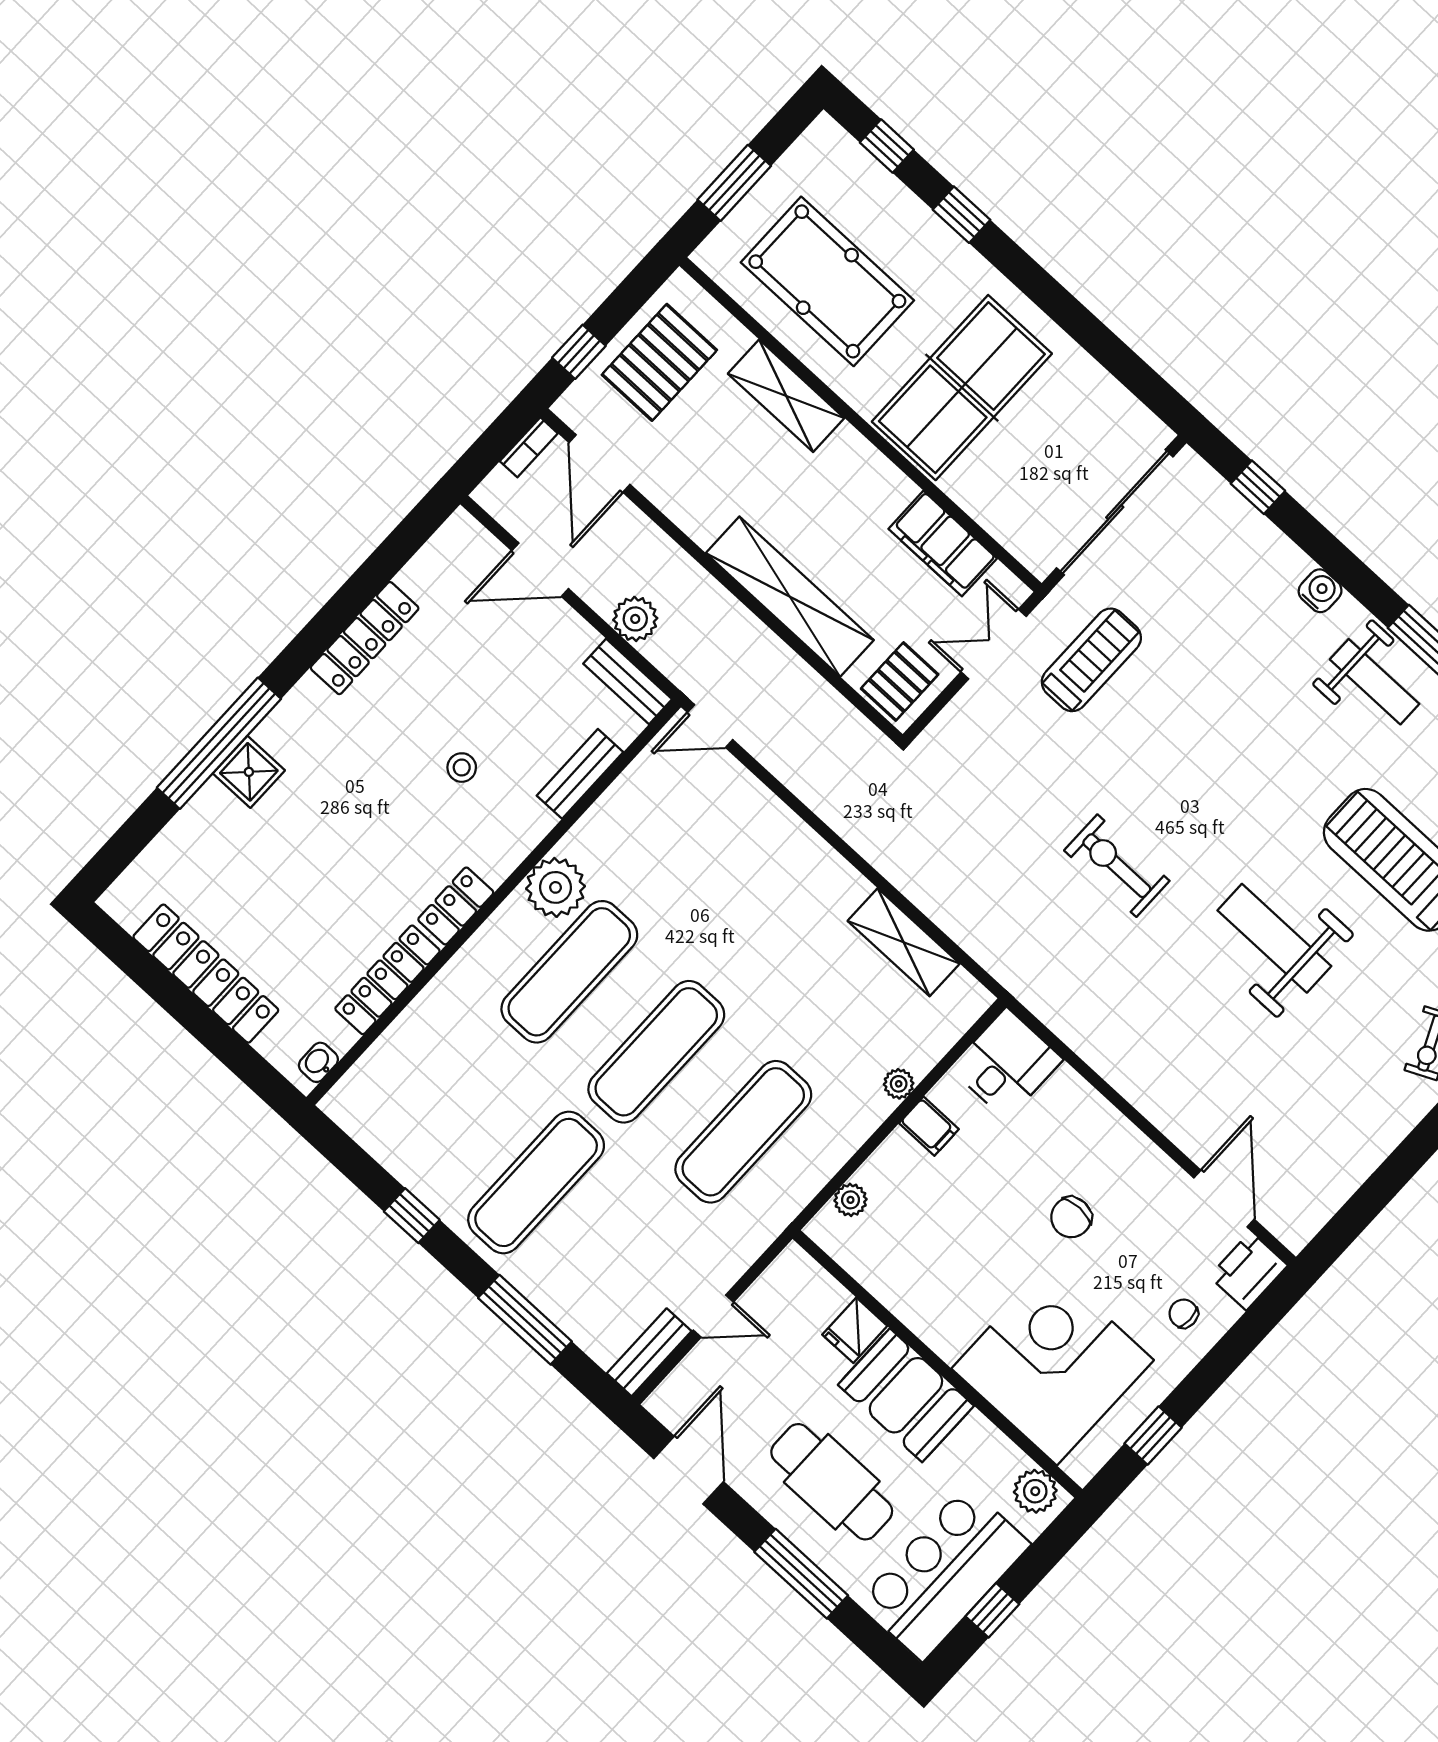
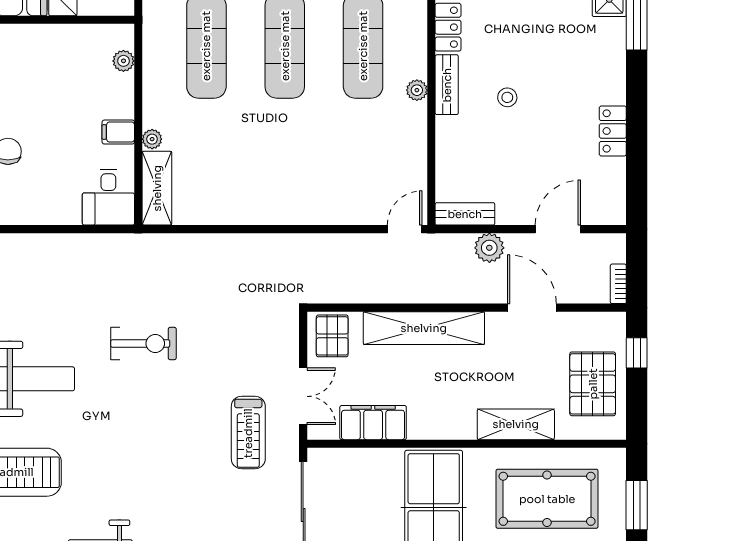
door: (600, 464) -> (532, 308), moved
locker: (365, 638) -> (613, 131), width x0.66
bench: (580, 774) -> (447, 85), moved
plant: (556, 887) -> (417, 90), width x0.53, depth x0.53
shelving: (904, 942) -> (157, 188), moved, turned 90

